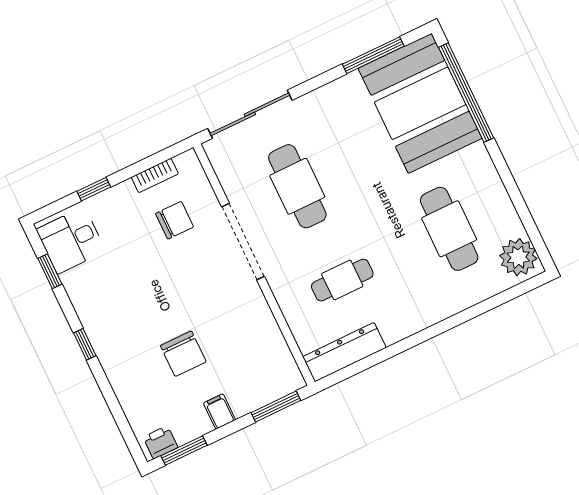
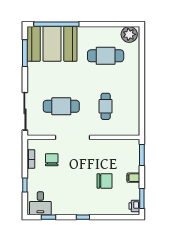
dresser: (344, 352) -> (134, 119), removed

